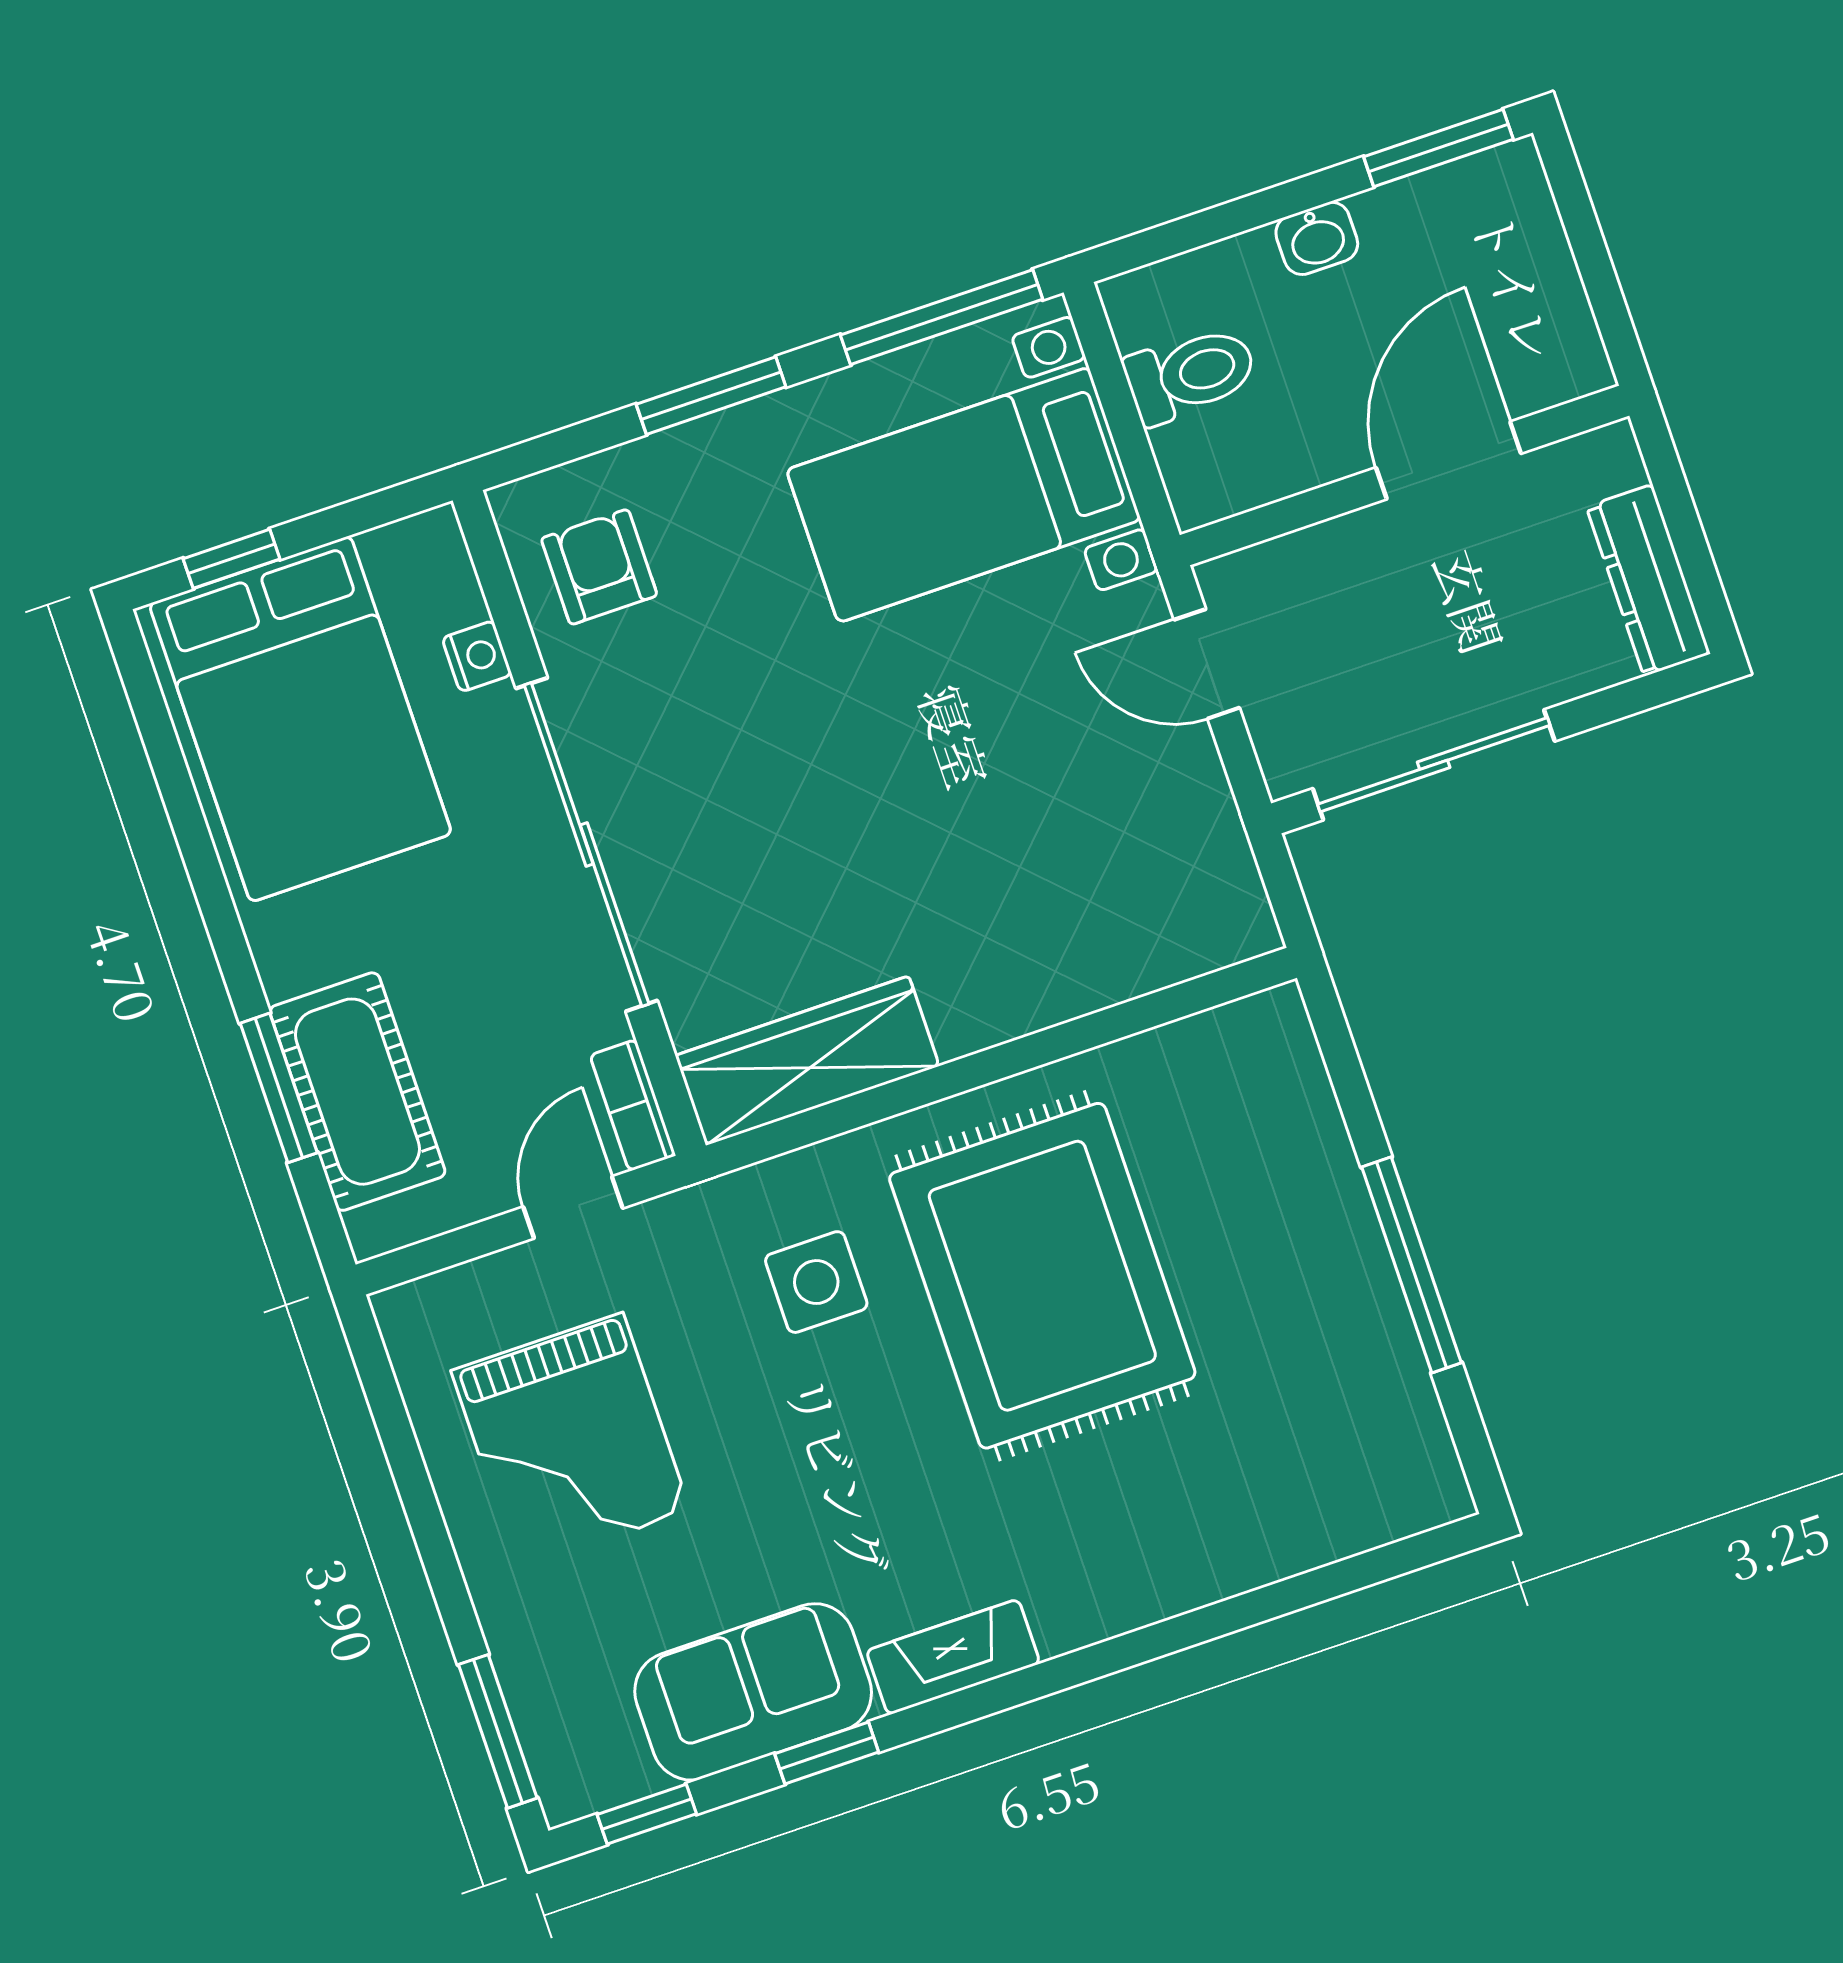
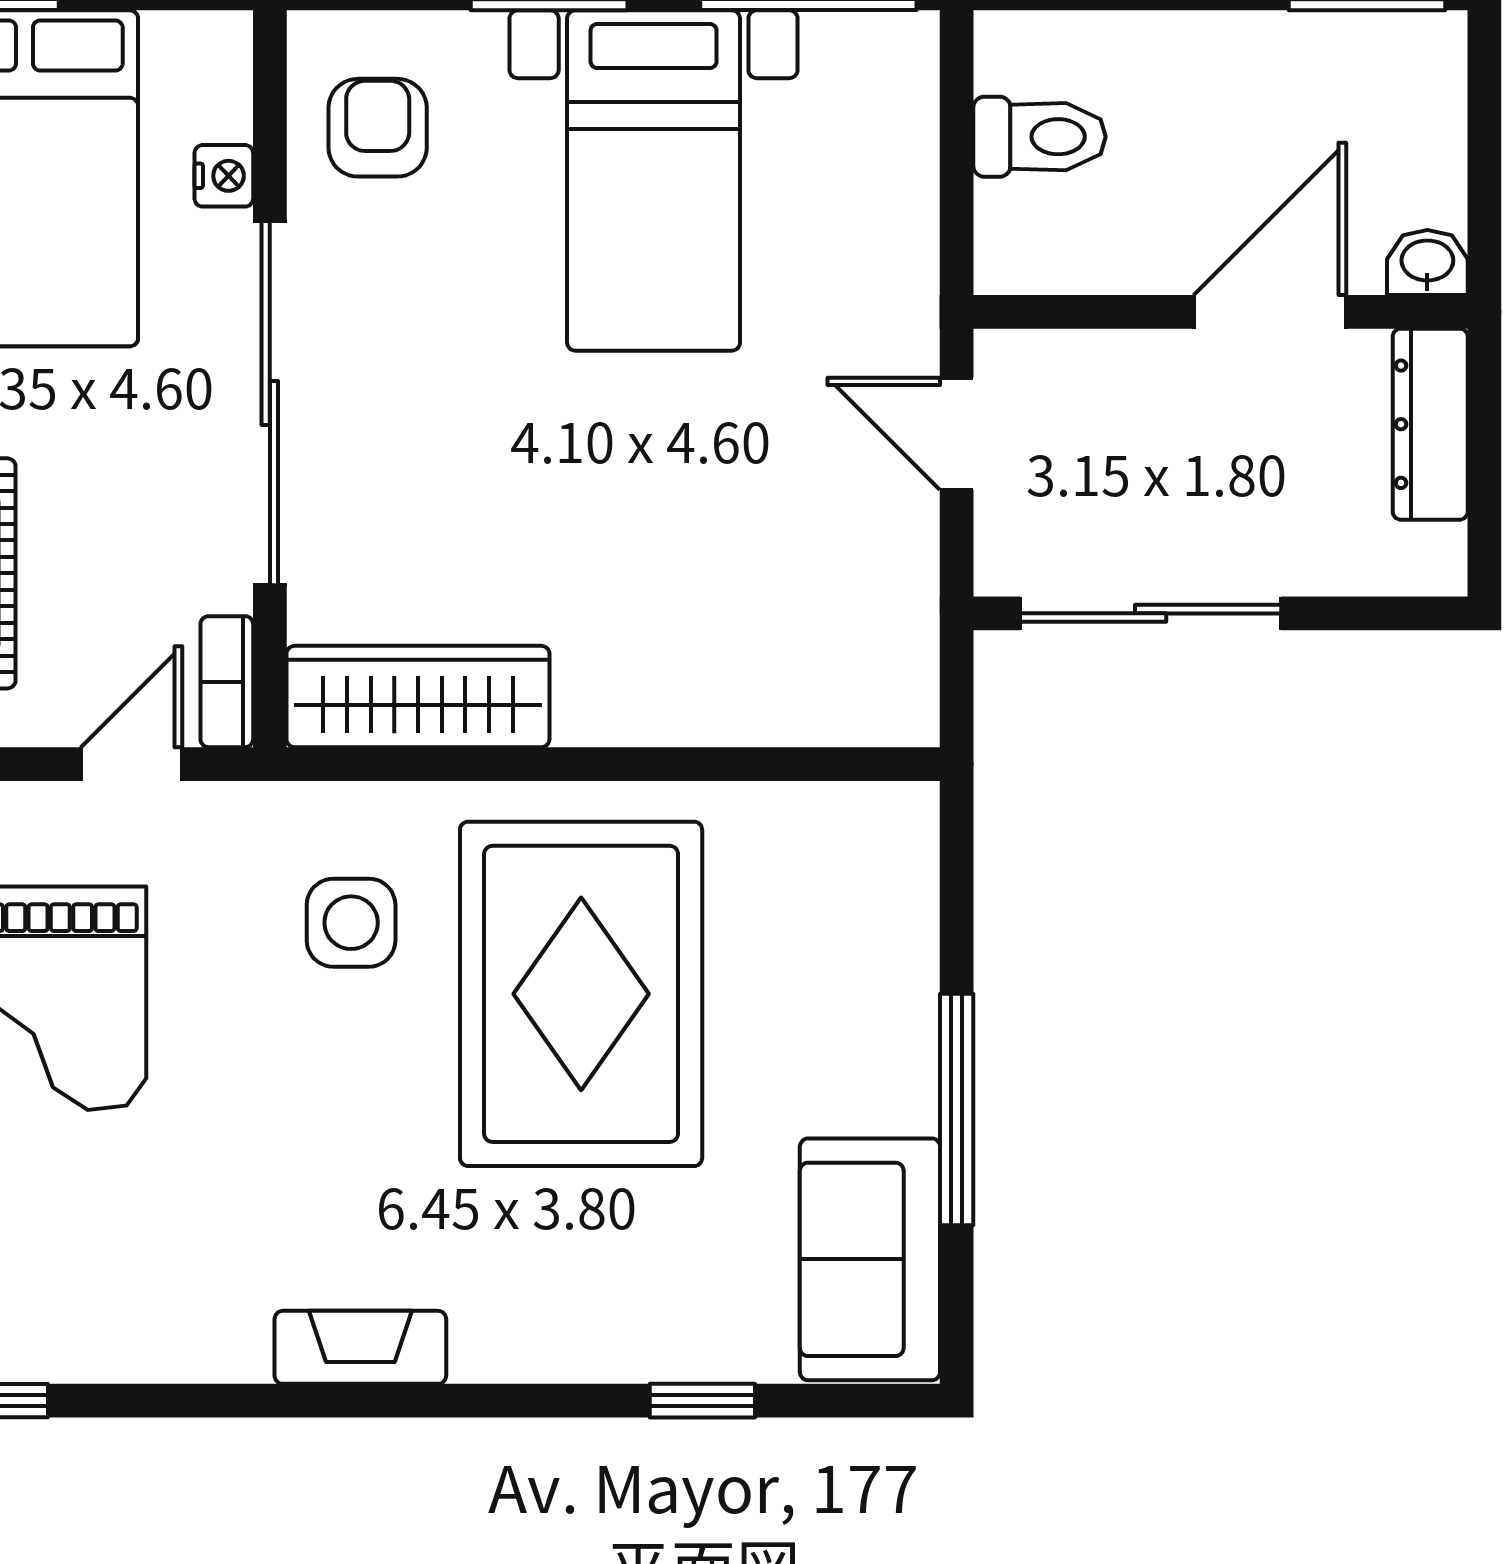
washbasin: (1317, 238) -> (1427, 262), moved, turned 180
bed with nightstands: (964, 495) -> (654, 181), moved, turned -90
dresser: (1648, 580) -> (1430, 424), moved
sofa: (753, 1692) -> (870, 1259), moved, turned -90
window: (827, 1753) -> (702, 1401), moved

